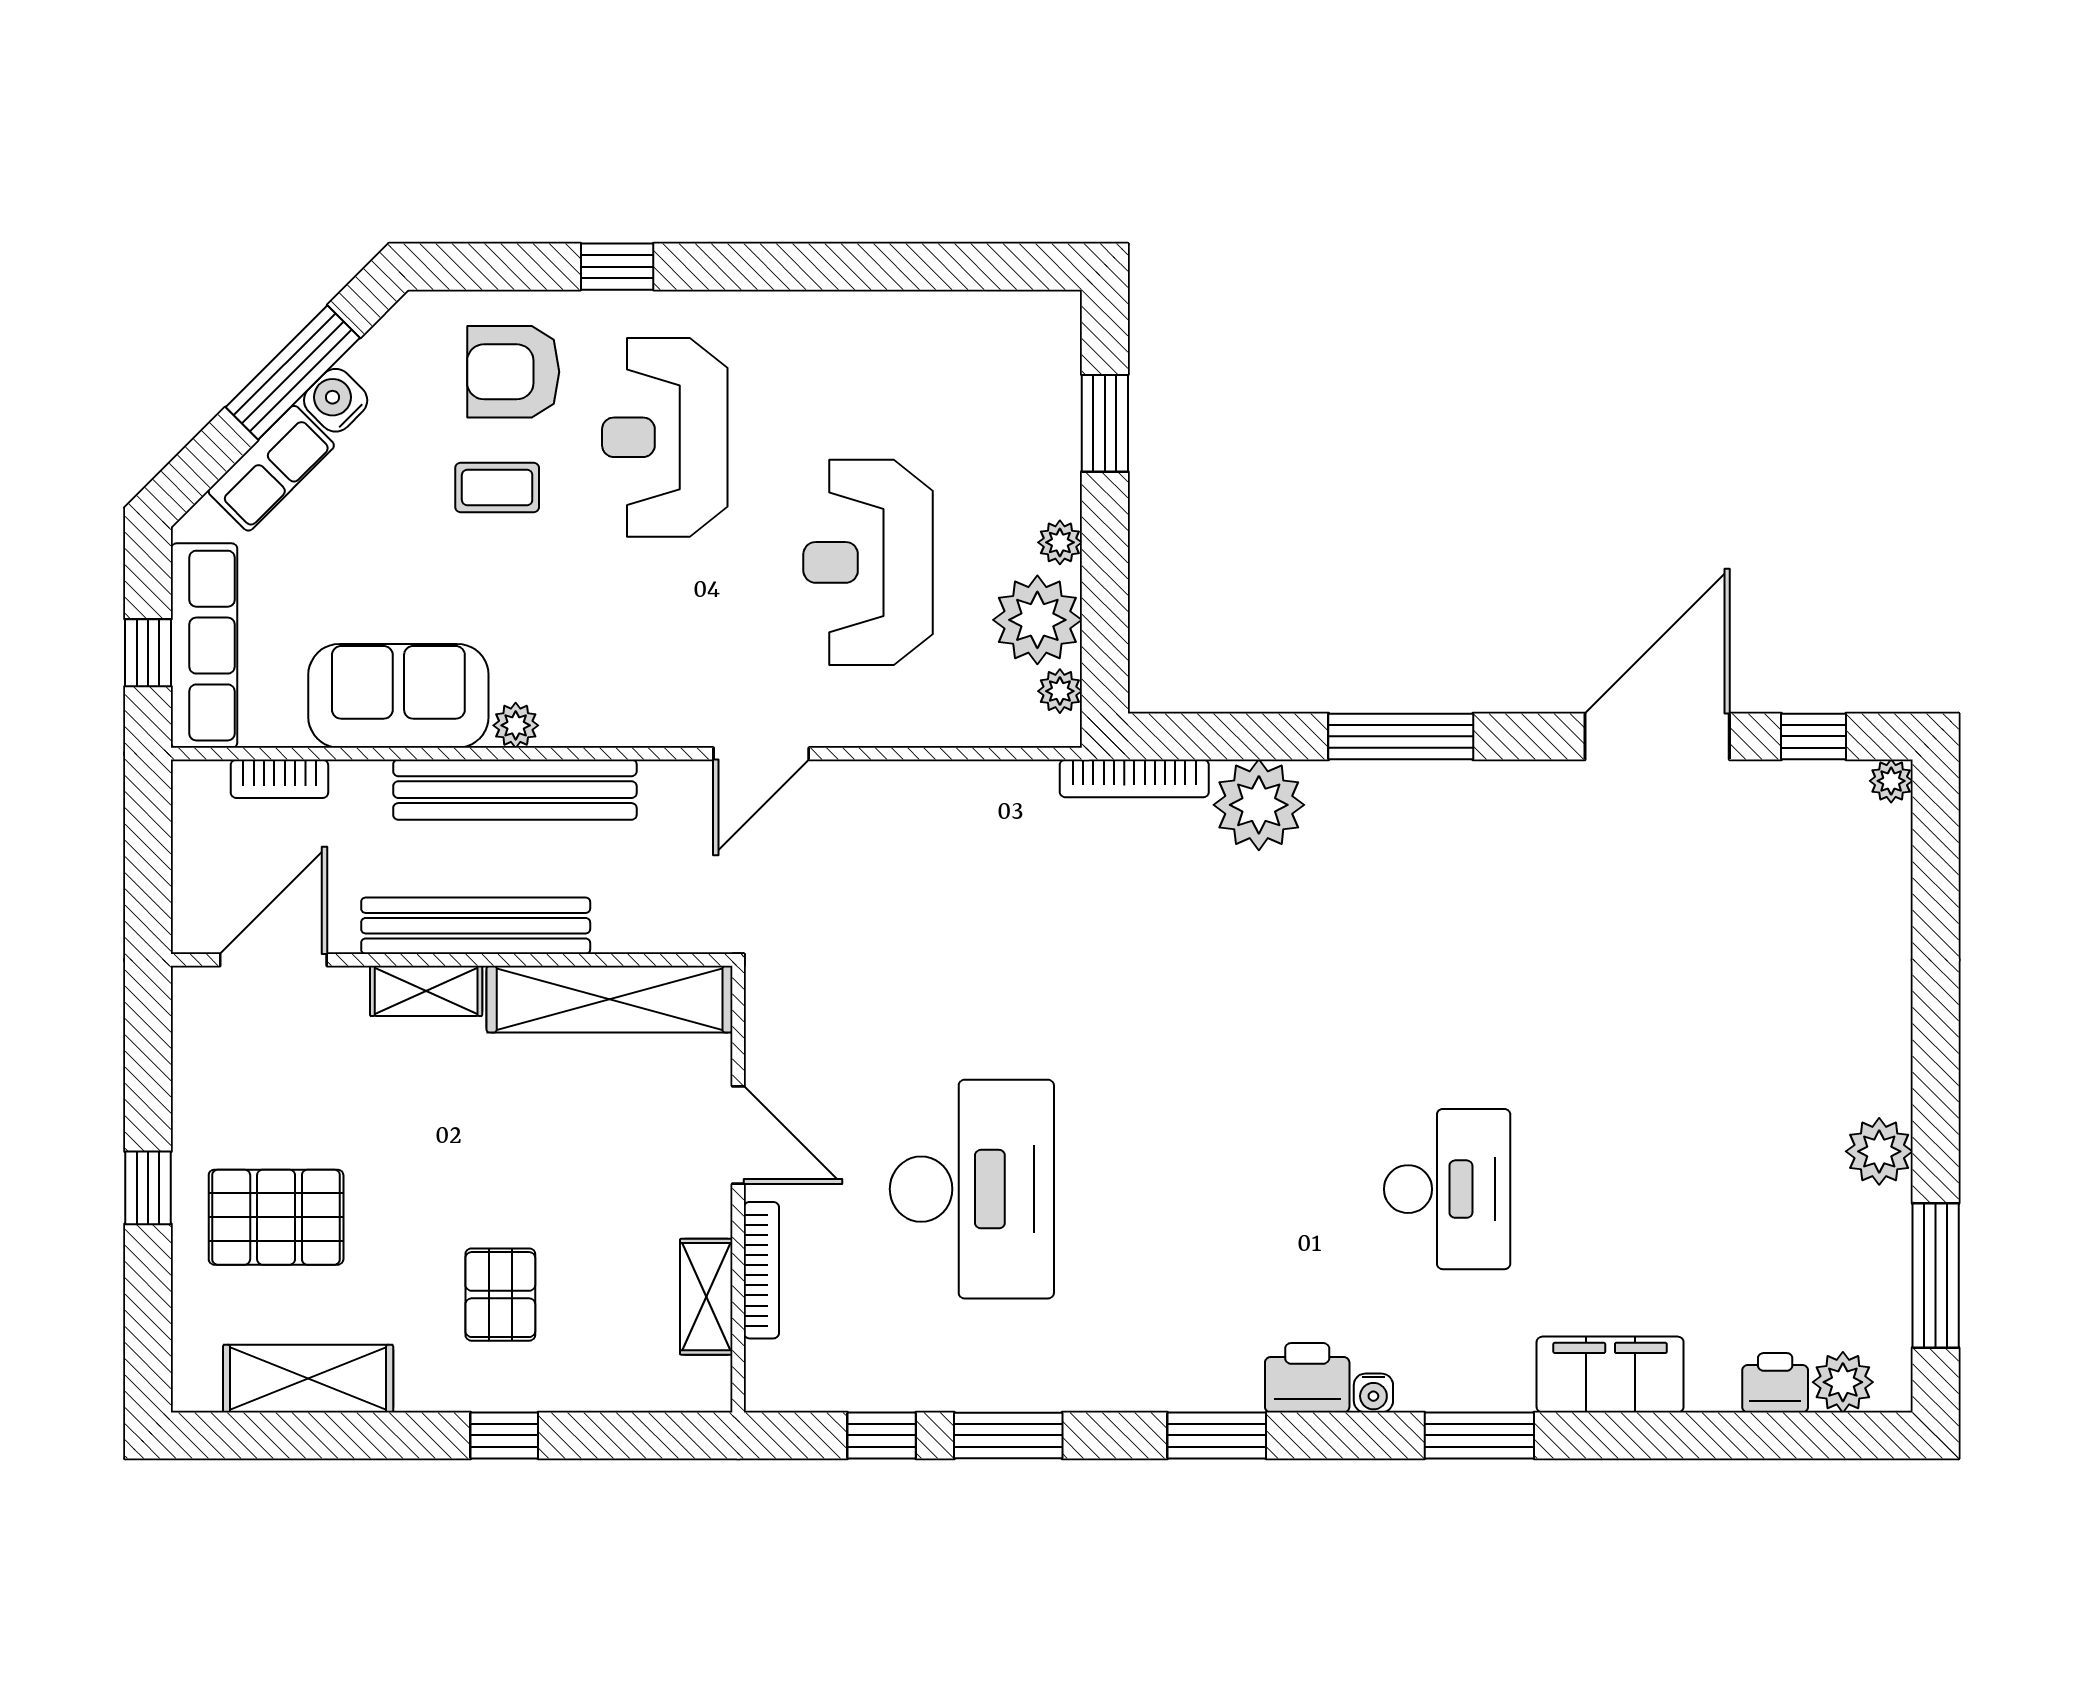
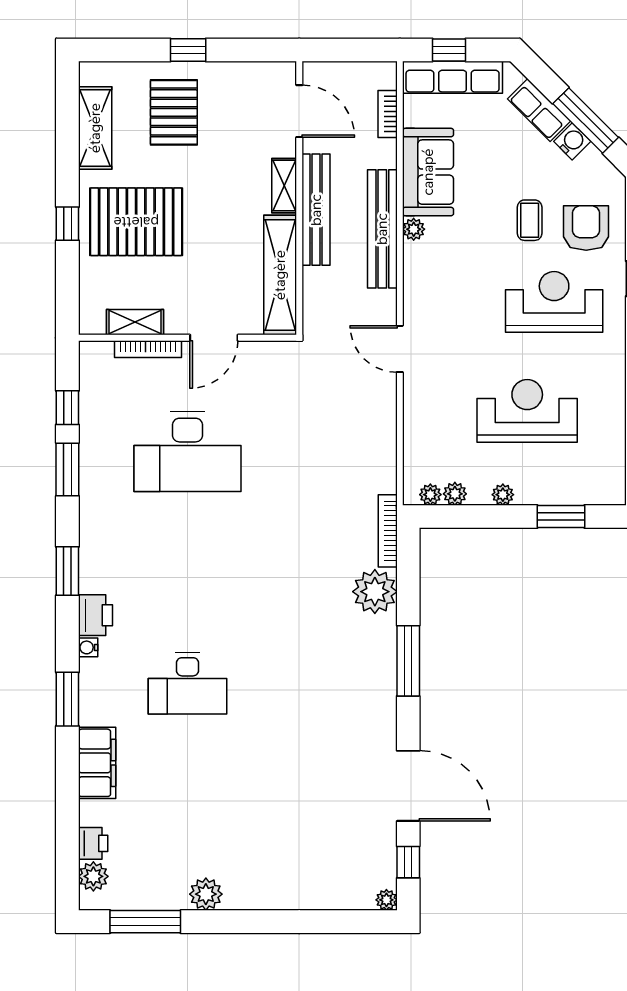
reception desk: (868, 562) -> (527, 411), moved
plant: (1037, 620) -> (455, 494), width x0.53, depth x0.53
pallet: (500, 1295) -> (136, 222), width x2.05, depth x2.00

